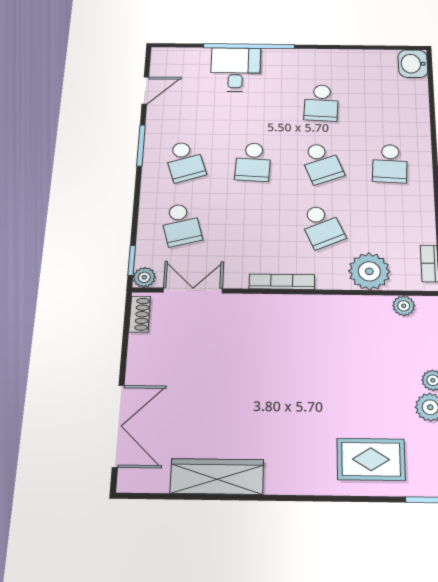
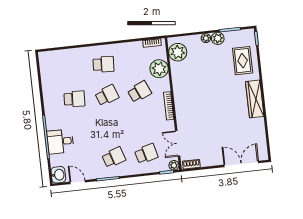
washbasin: (413, 64) -> (58, 175), moved, turned -90
school desk: (253, 162) -> (110, 126), removed
plant: (404, 306) -> (178, 52), width x1.87, depth x1.87
wardrobe: (217, 476) -> (255, 99), moved

